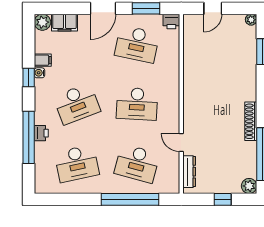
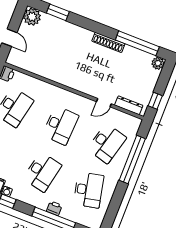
plant: (251, 20) -> (32, 17), width x1.88, depth x1.88
desk: (77, 104) -> (42, 172), turned 33
window: (223, 199) -> (155, 101), moved

